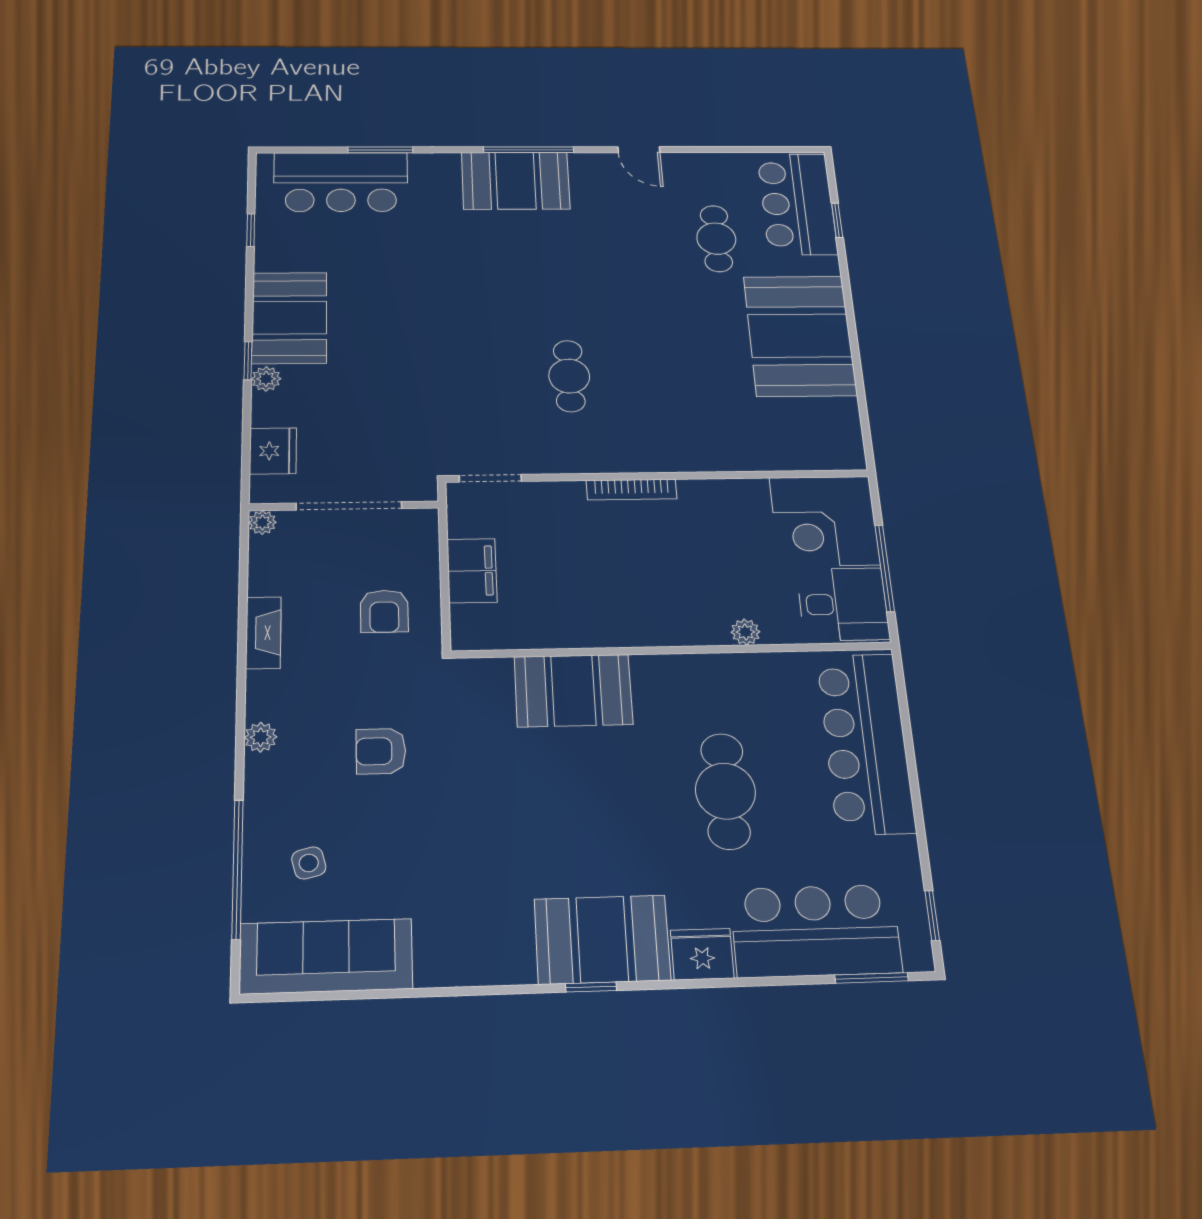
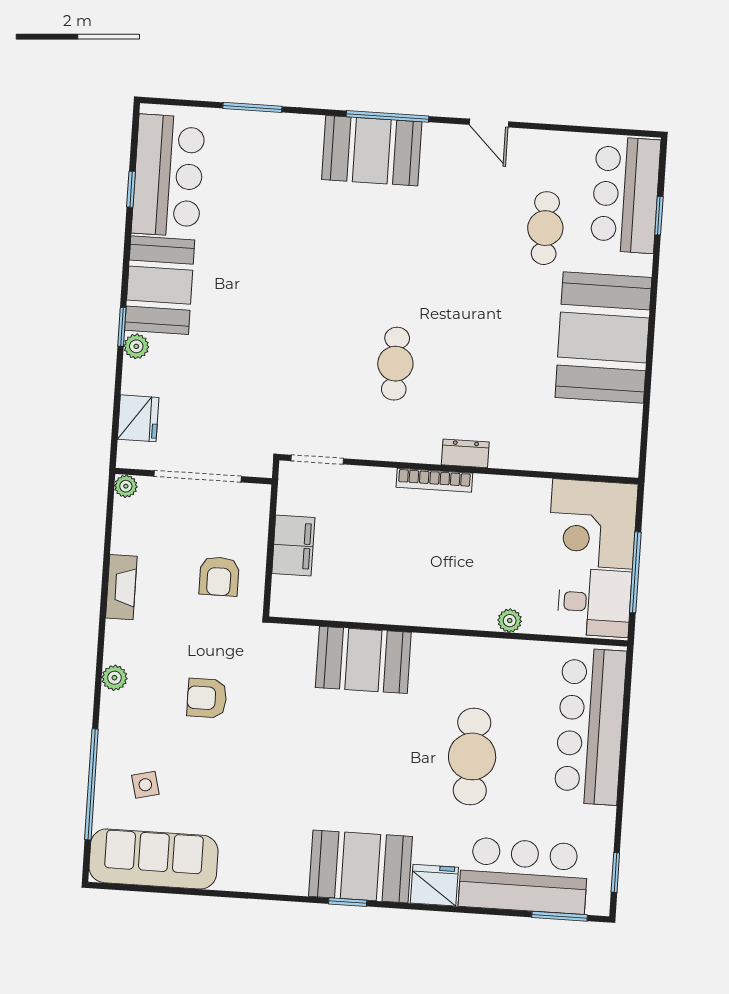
bar counter: (341, 182) -> (168, 176), moved, turned -90
dresser: (663, 460) -> (465, 453), added

